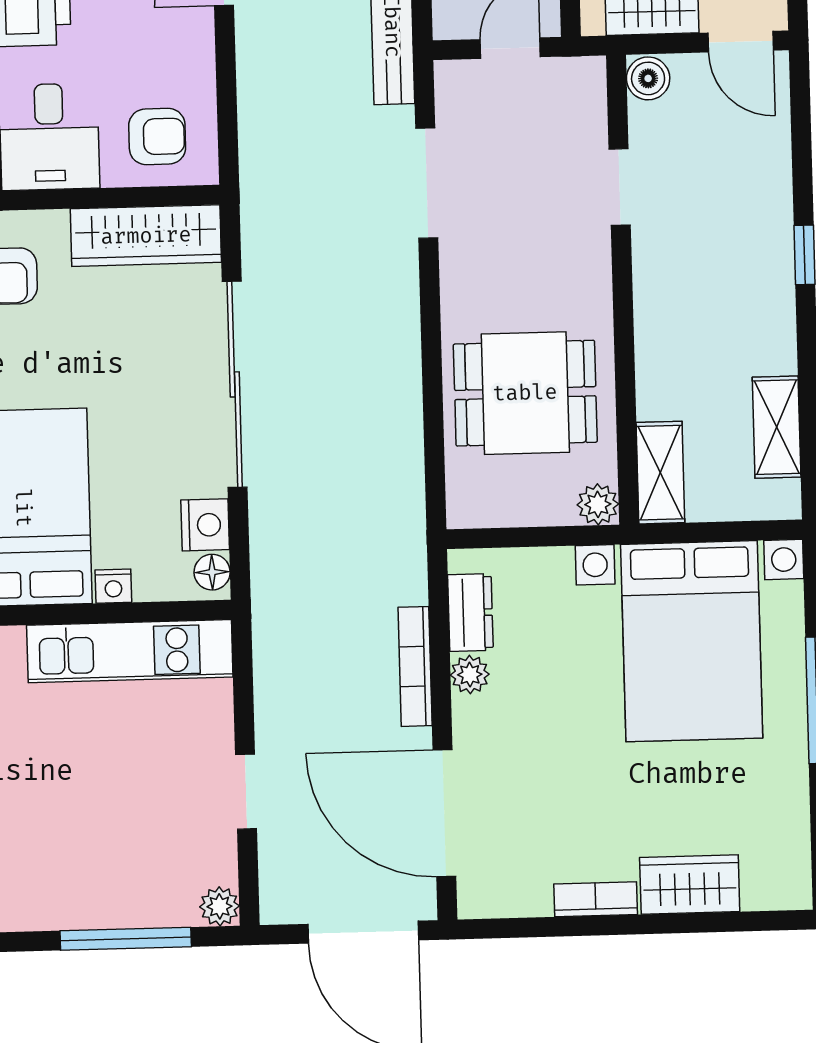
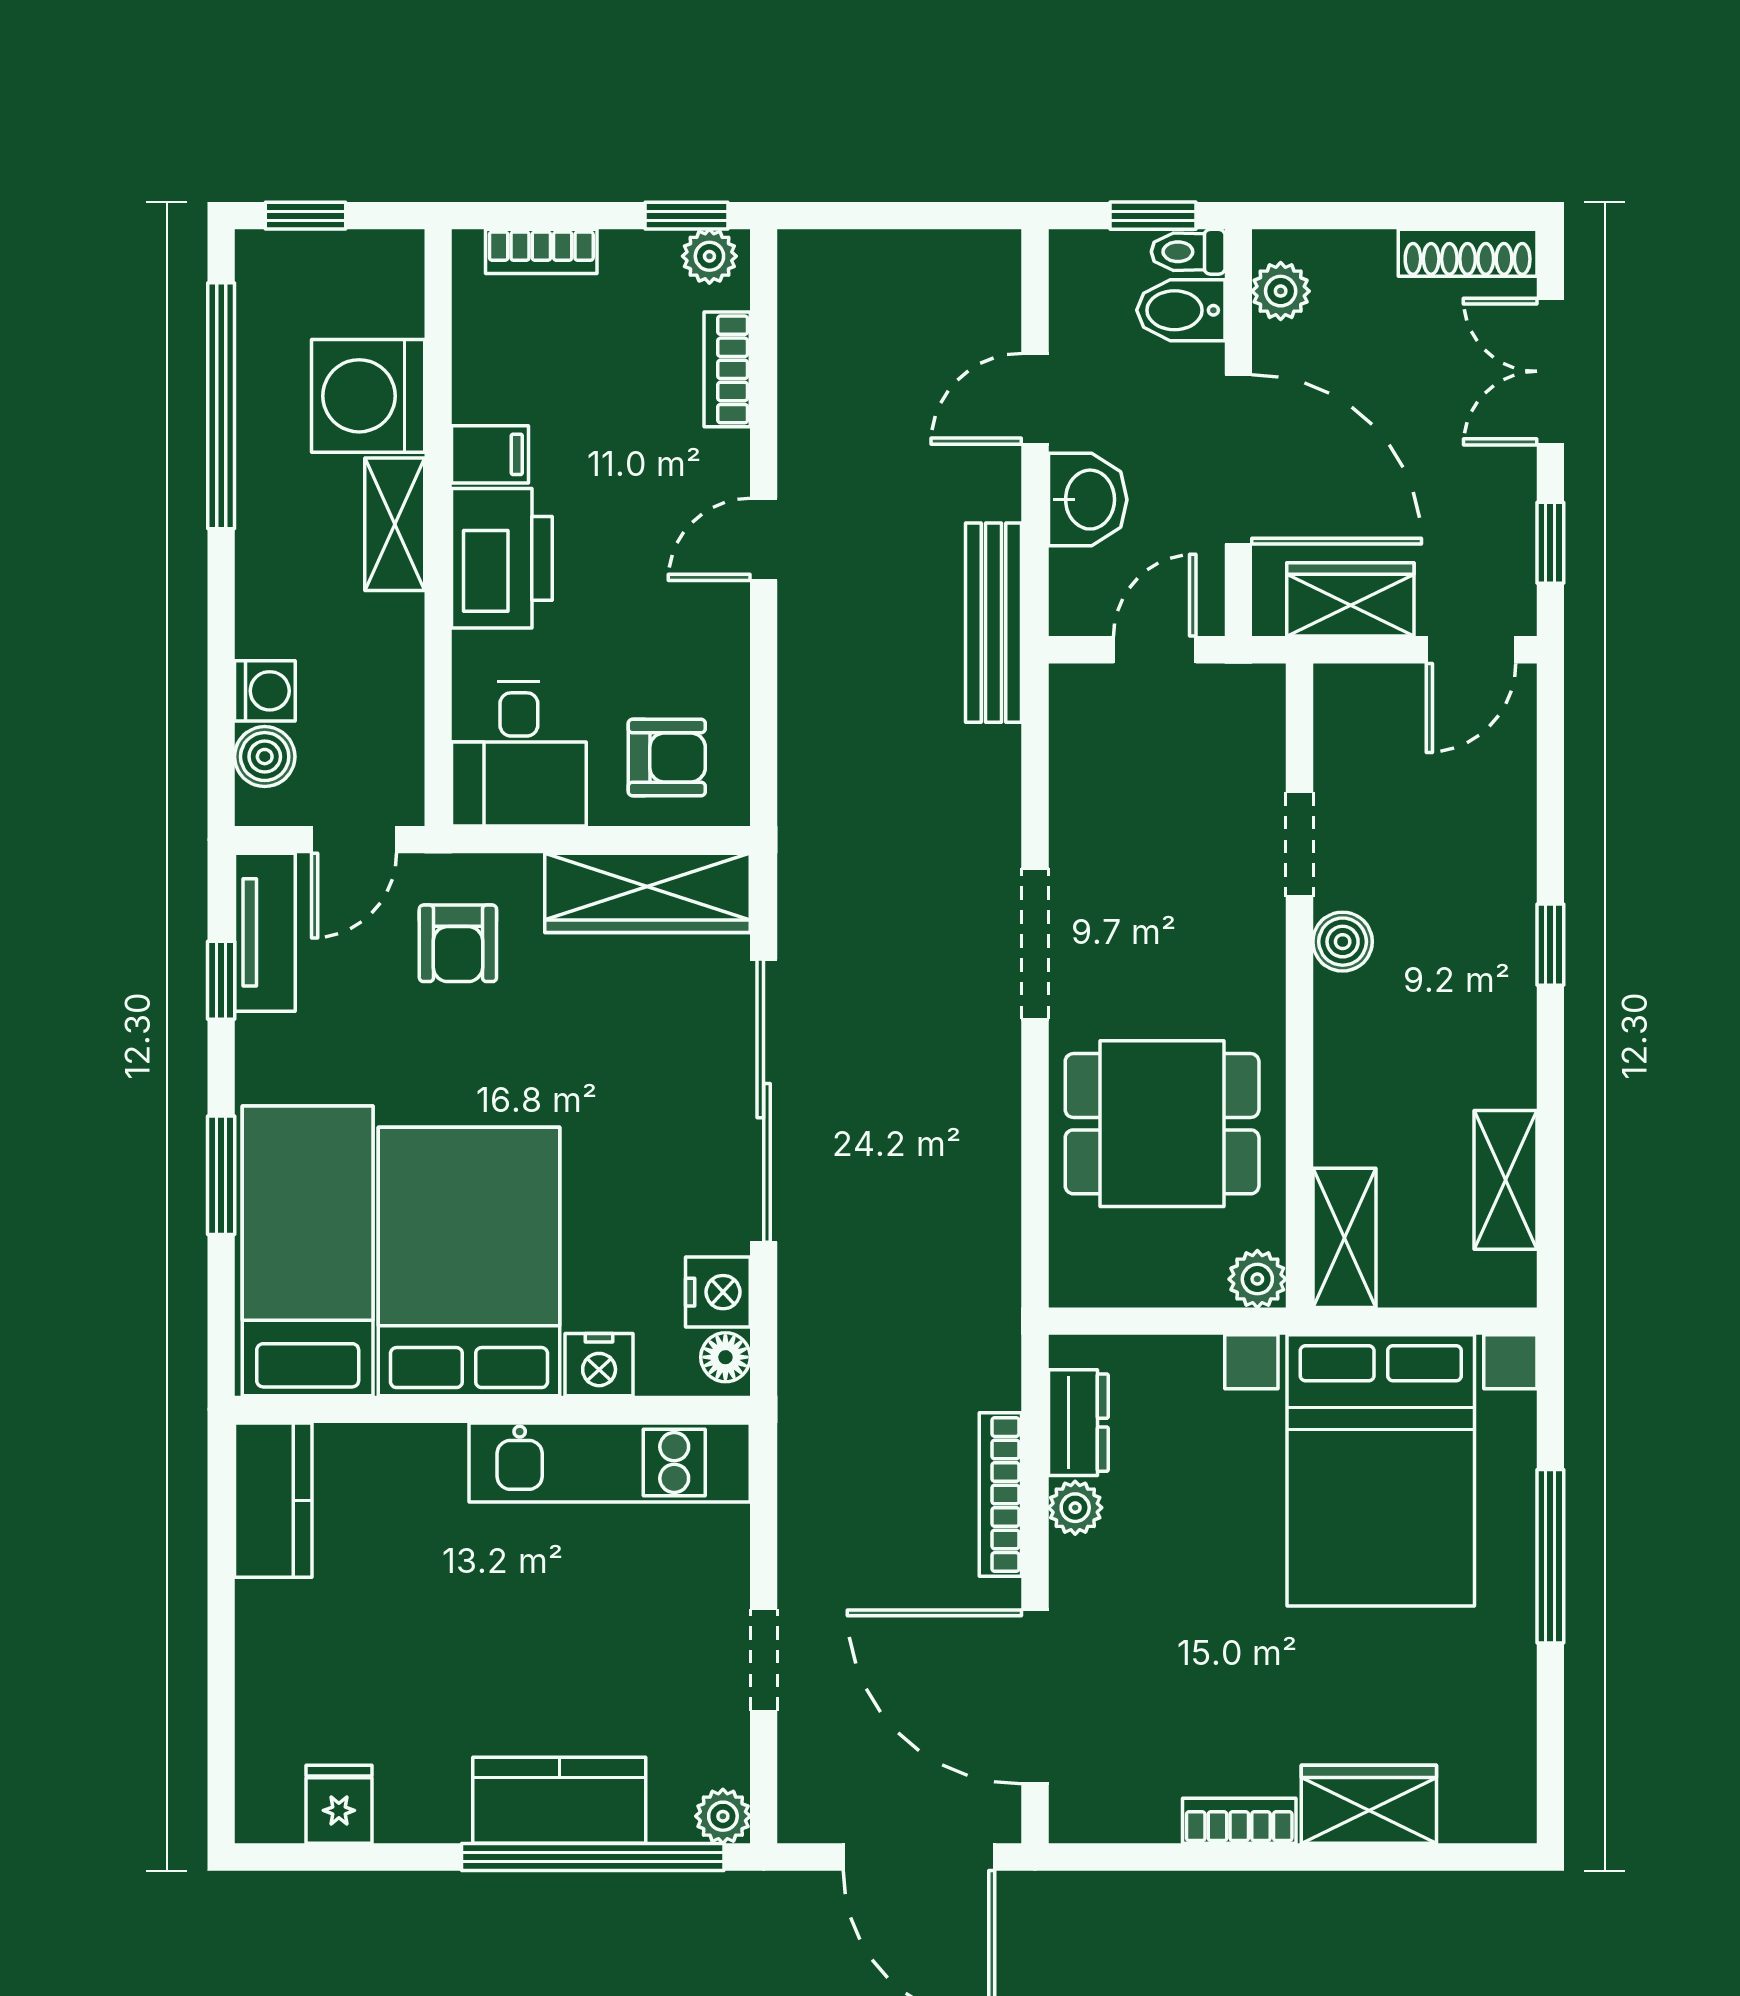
door: (741, 42) -> (1471, 650), hinge flipped
boiler: (648, 78) -> (1343, 942), moved
doorway: (427, 183) -> (1035, 944), moved
nightstand: (113, 586) -> (599, 1365), width x1.39, depth x1.35
kitchen counter: (100, 898) -> (559, 1800), added
window: (126, 939) -> (593, 1857), width x1.46

